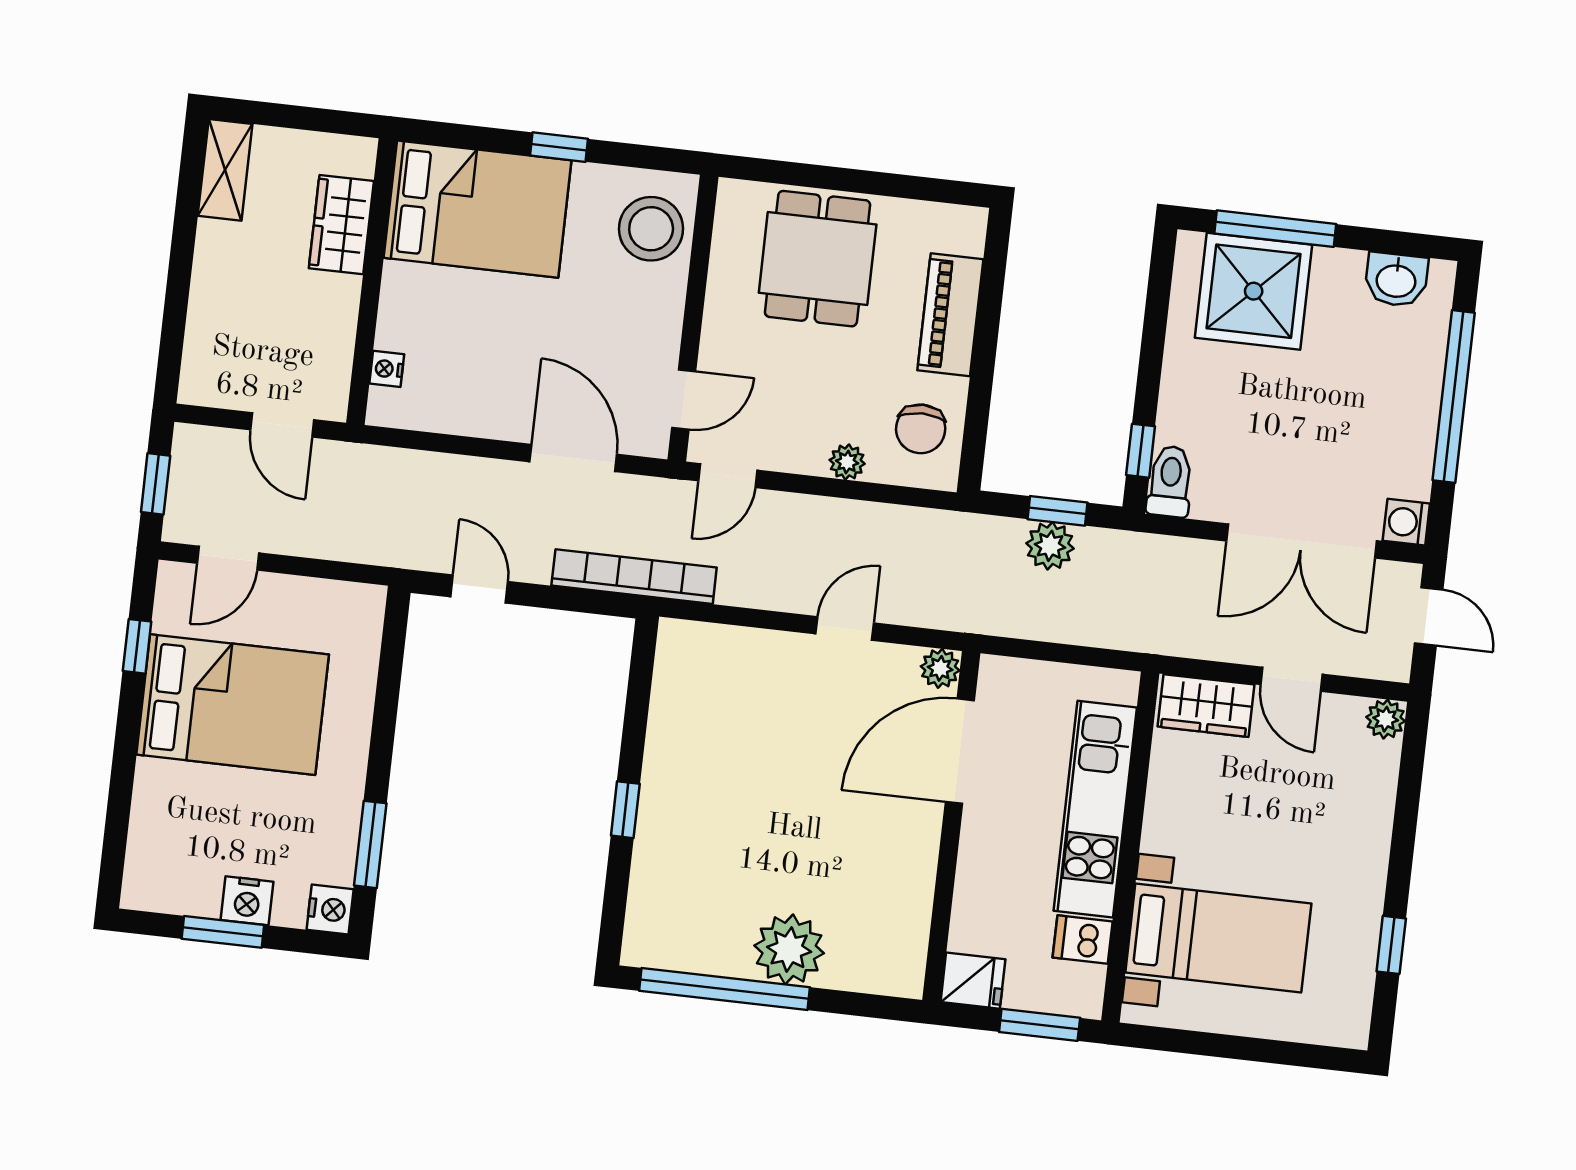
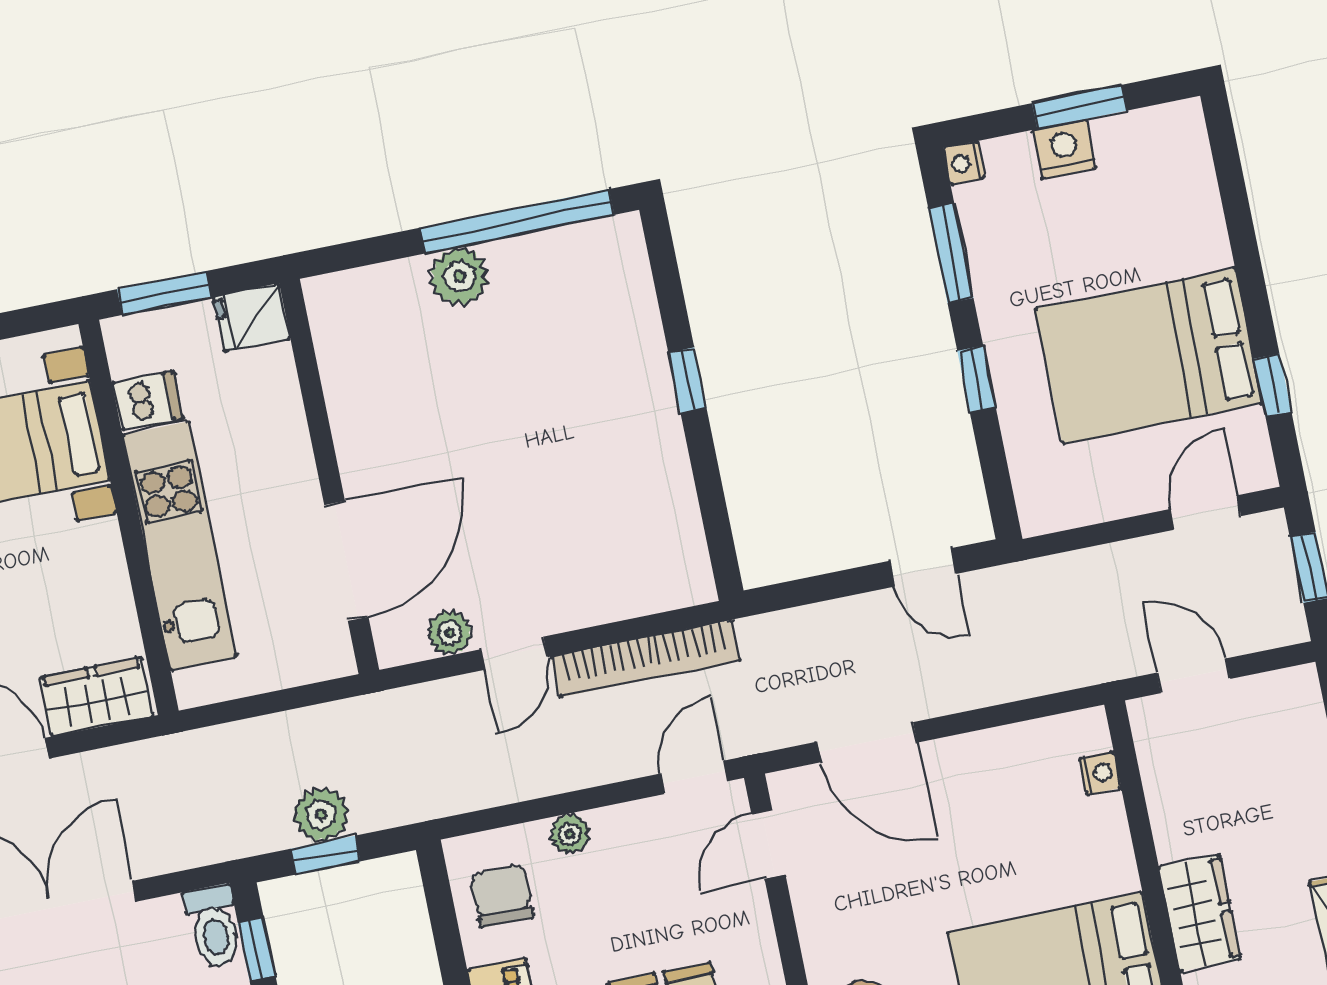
bookcase: (634, 577) -> (646, 659), moved
plant: (940, 668) -> (450, 633), moved
window: (383, 732) -> (976, 379), added
nightstand: (330, 909) -> (964, 163), width x0.72, depth x0.74
plant: (789, 949) -> (459, 276), width x0.73, depth x0.73

